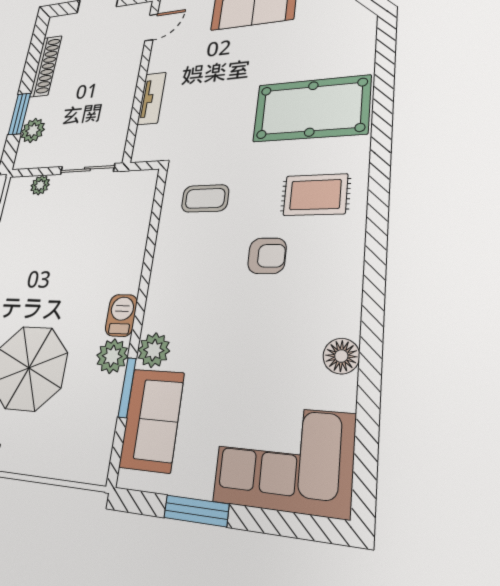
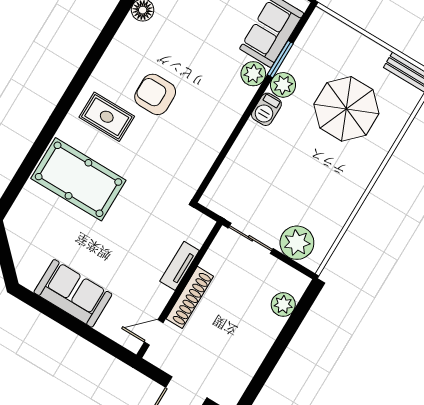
shoe rack: (46, 66) -> (190, 297), moved, turned 180
window: (19, 114) -> (290, 329), removed
plant: (40, 185) -> (297, 243), width x1.88, depth x1.88
coffee table: (205, 198) -> (176, 159), removed
armchair: (267, 256) -> (155, 94), width x1.38, depth x1.38

